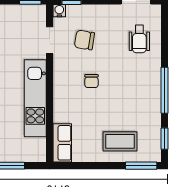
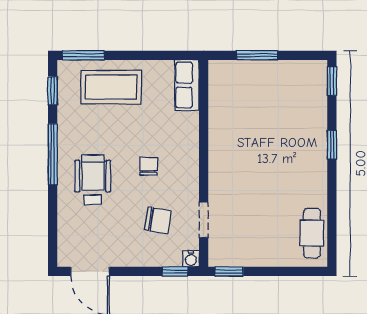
wheelchair: (139, 39) -> (93, 180), moved, width x1.36, depth x1.37
kitchen unit: (35, 98) -> (222, 144), removed
coffee table: (120, 141) -> (111, 87), width x1.36, depth x1.32

